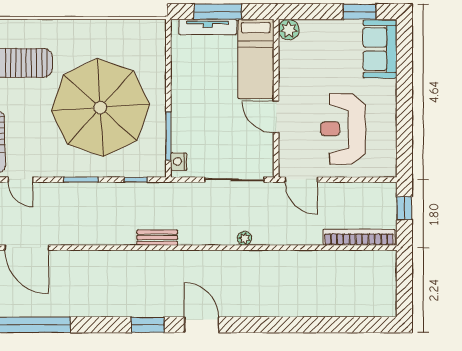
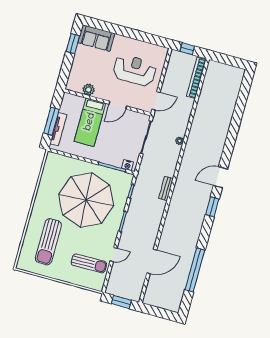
plant: (289, 30) -> (89, 90), moved
bed: (256, 59) -> (90, 122), moved, turned 90
reception desk: (343, 129) -> (134, 70), turned 180

